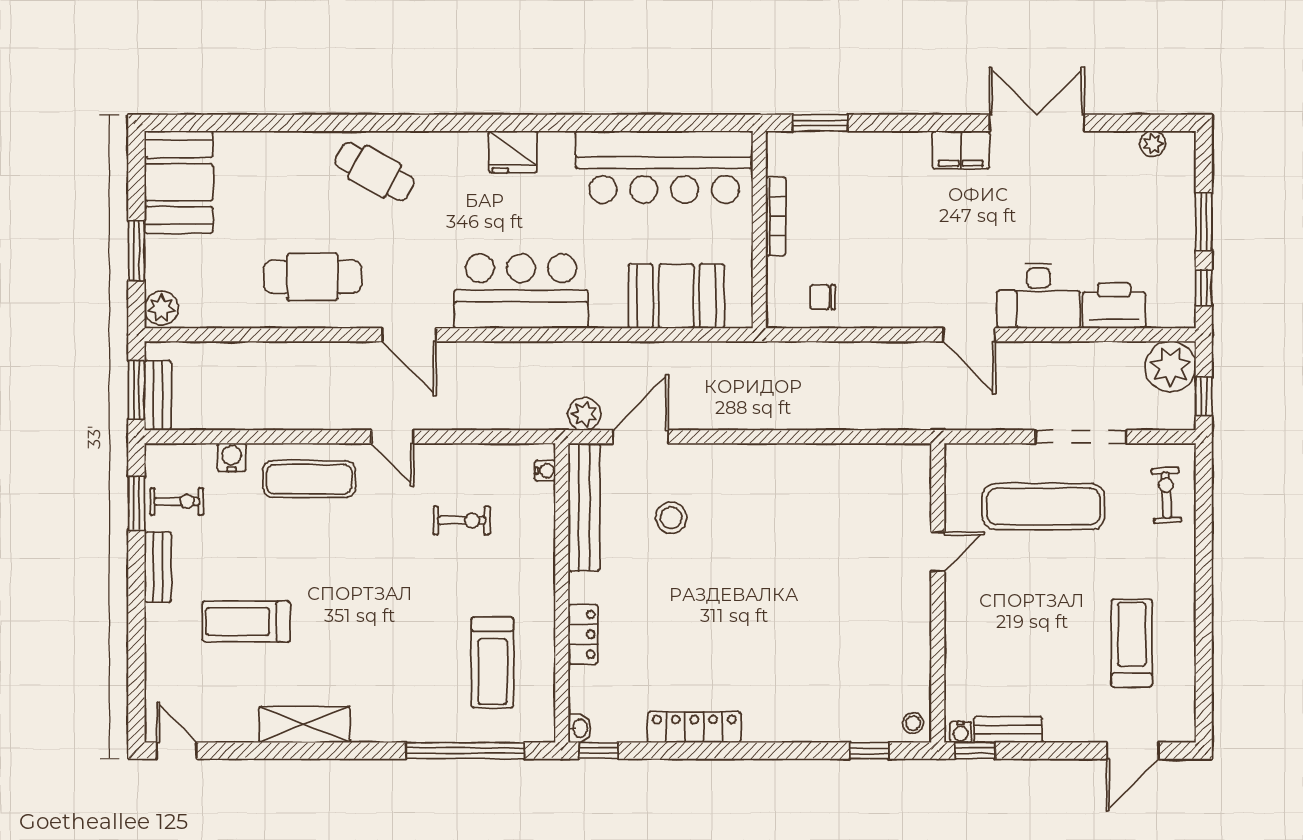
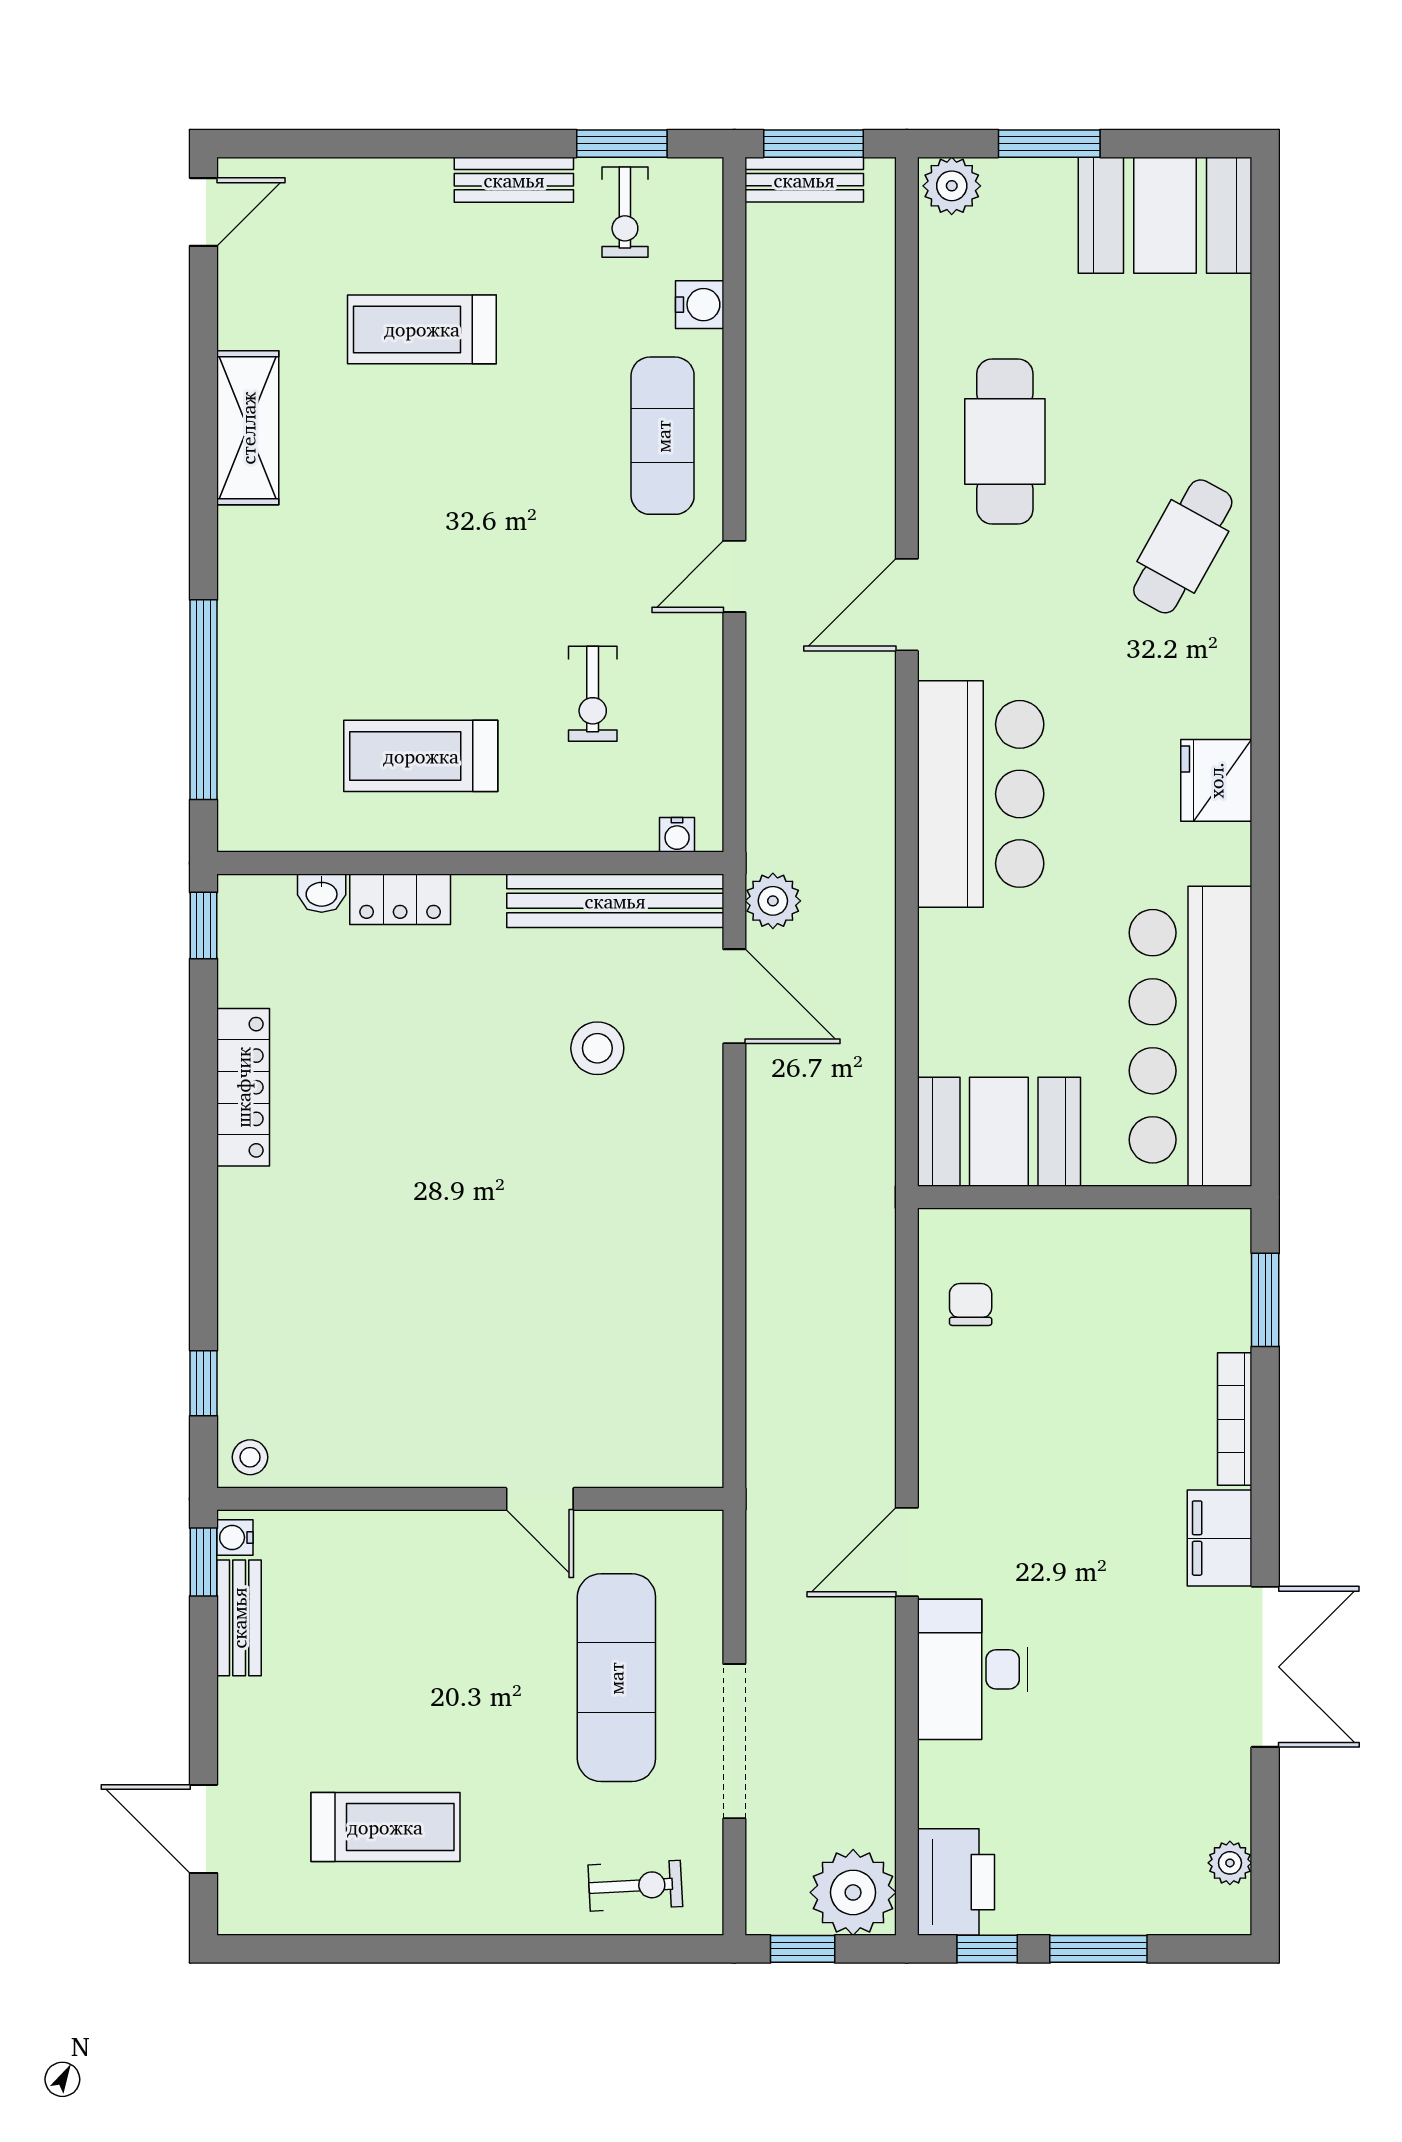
bookcase: (776, 216) -> (1235, 1419), moved, turned 90
booth: (676, 296) -> (999, 1132), moved, turned 90
printer: (1114, 306) -> (956, 1882), moved
treadmill: (246, 622) -> (422, 329), turned -90
treadmill: (492, 662) -> (421, 756), moved
washbasin: (580, 728) -> (322, 893), moved

